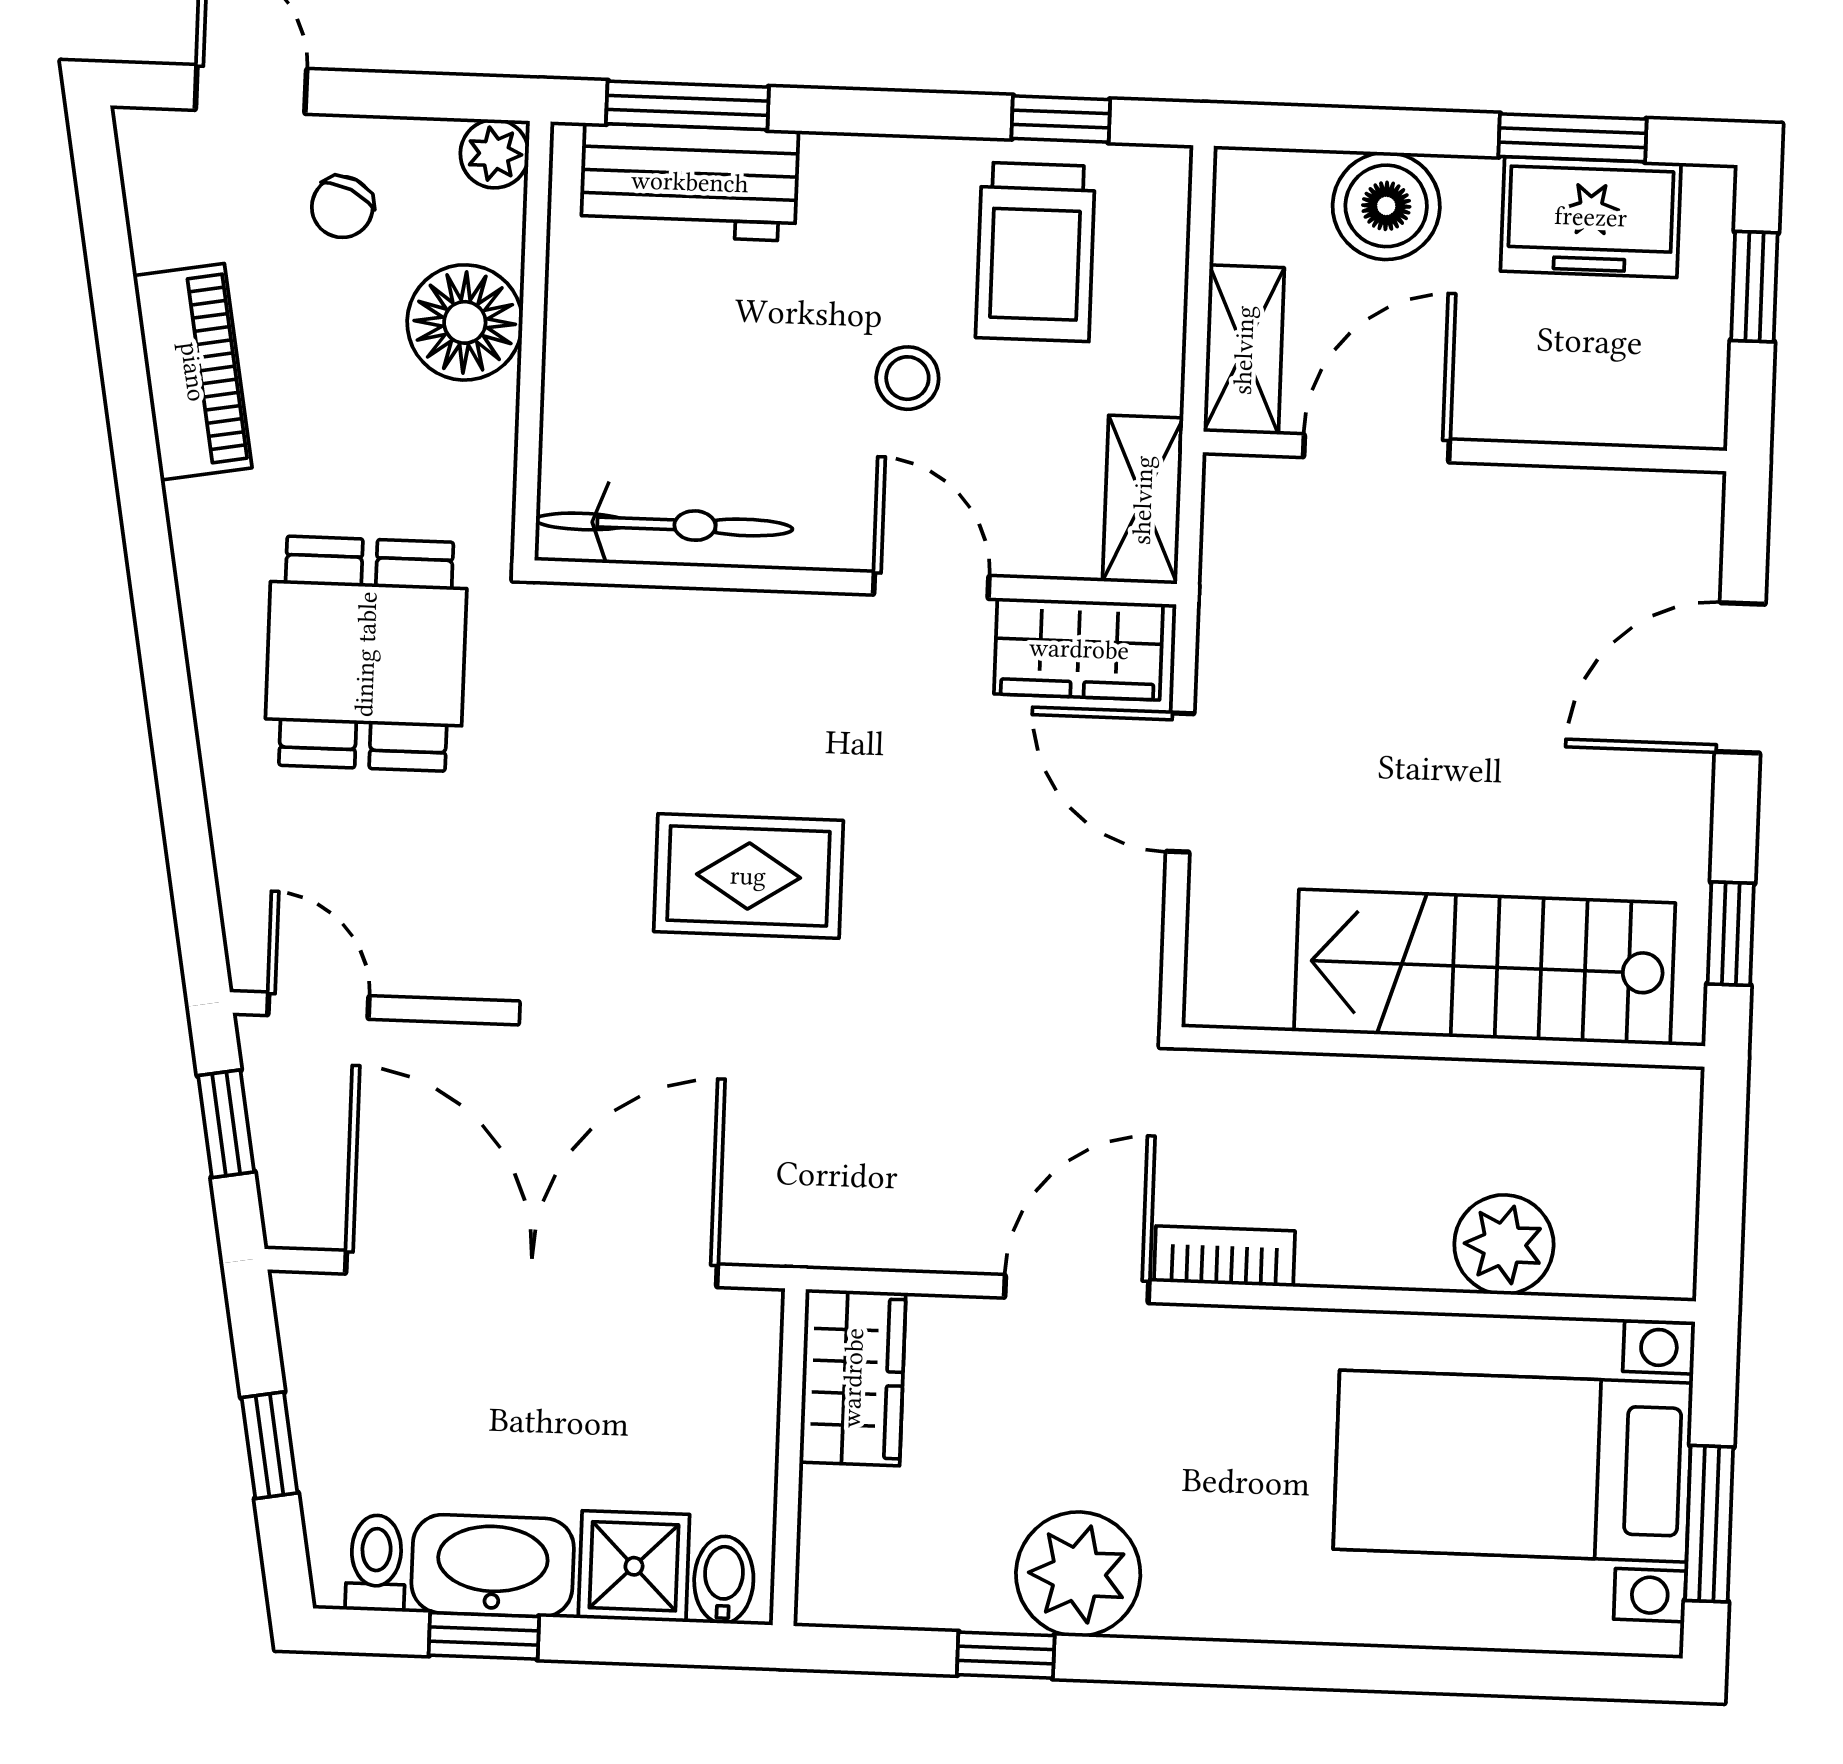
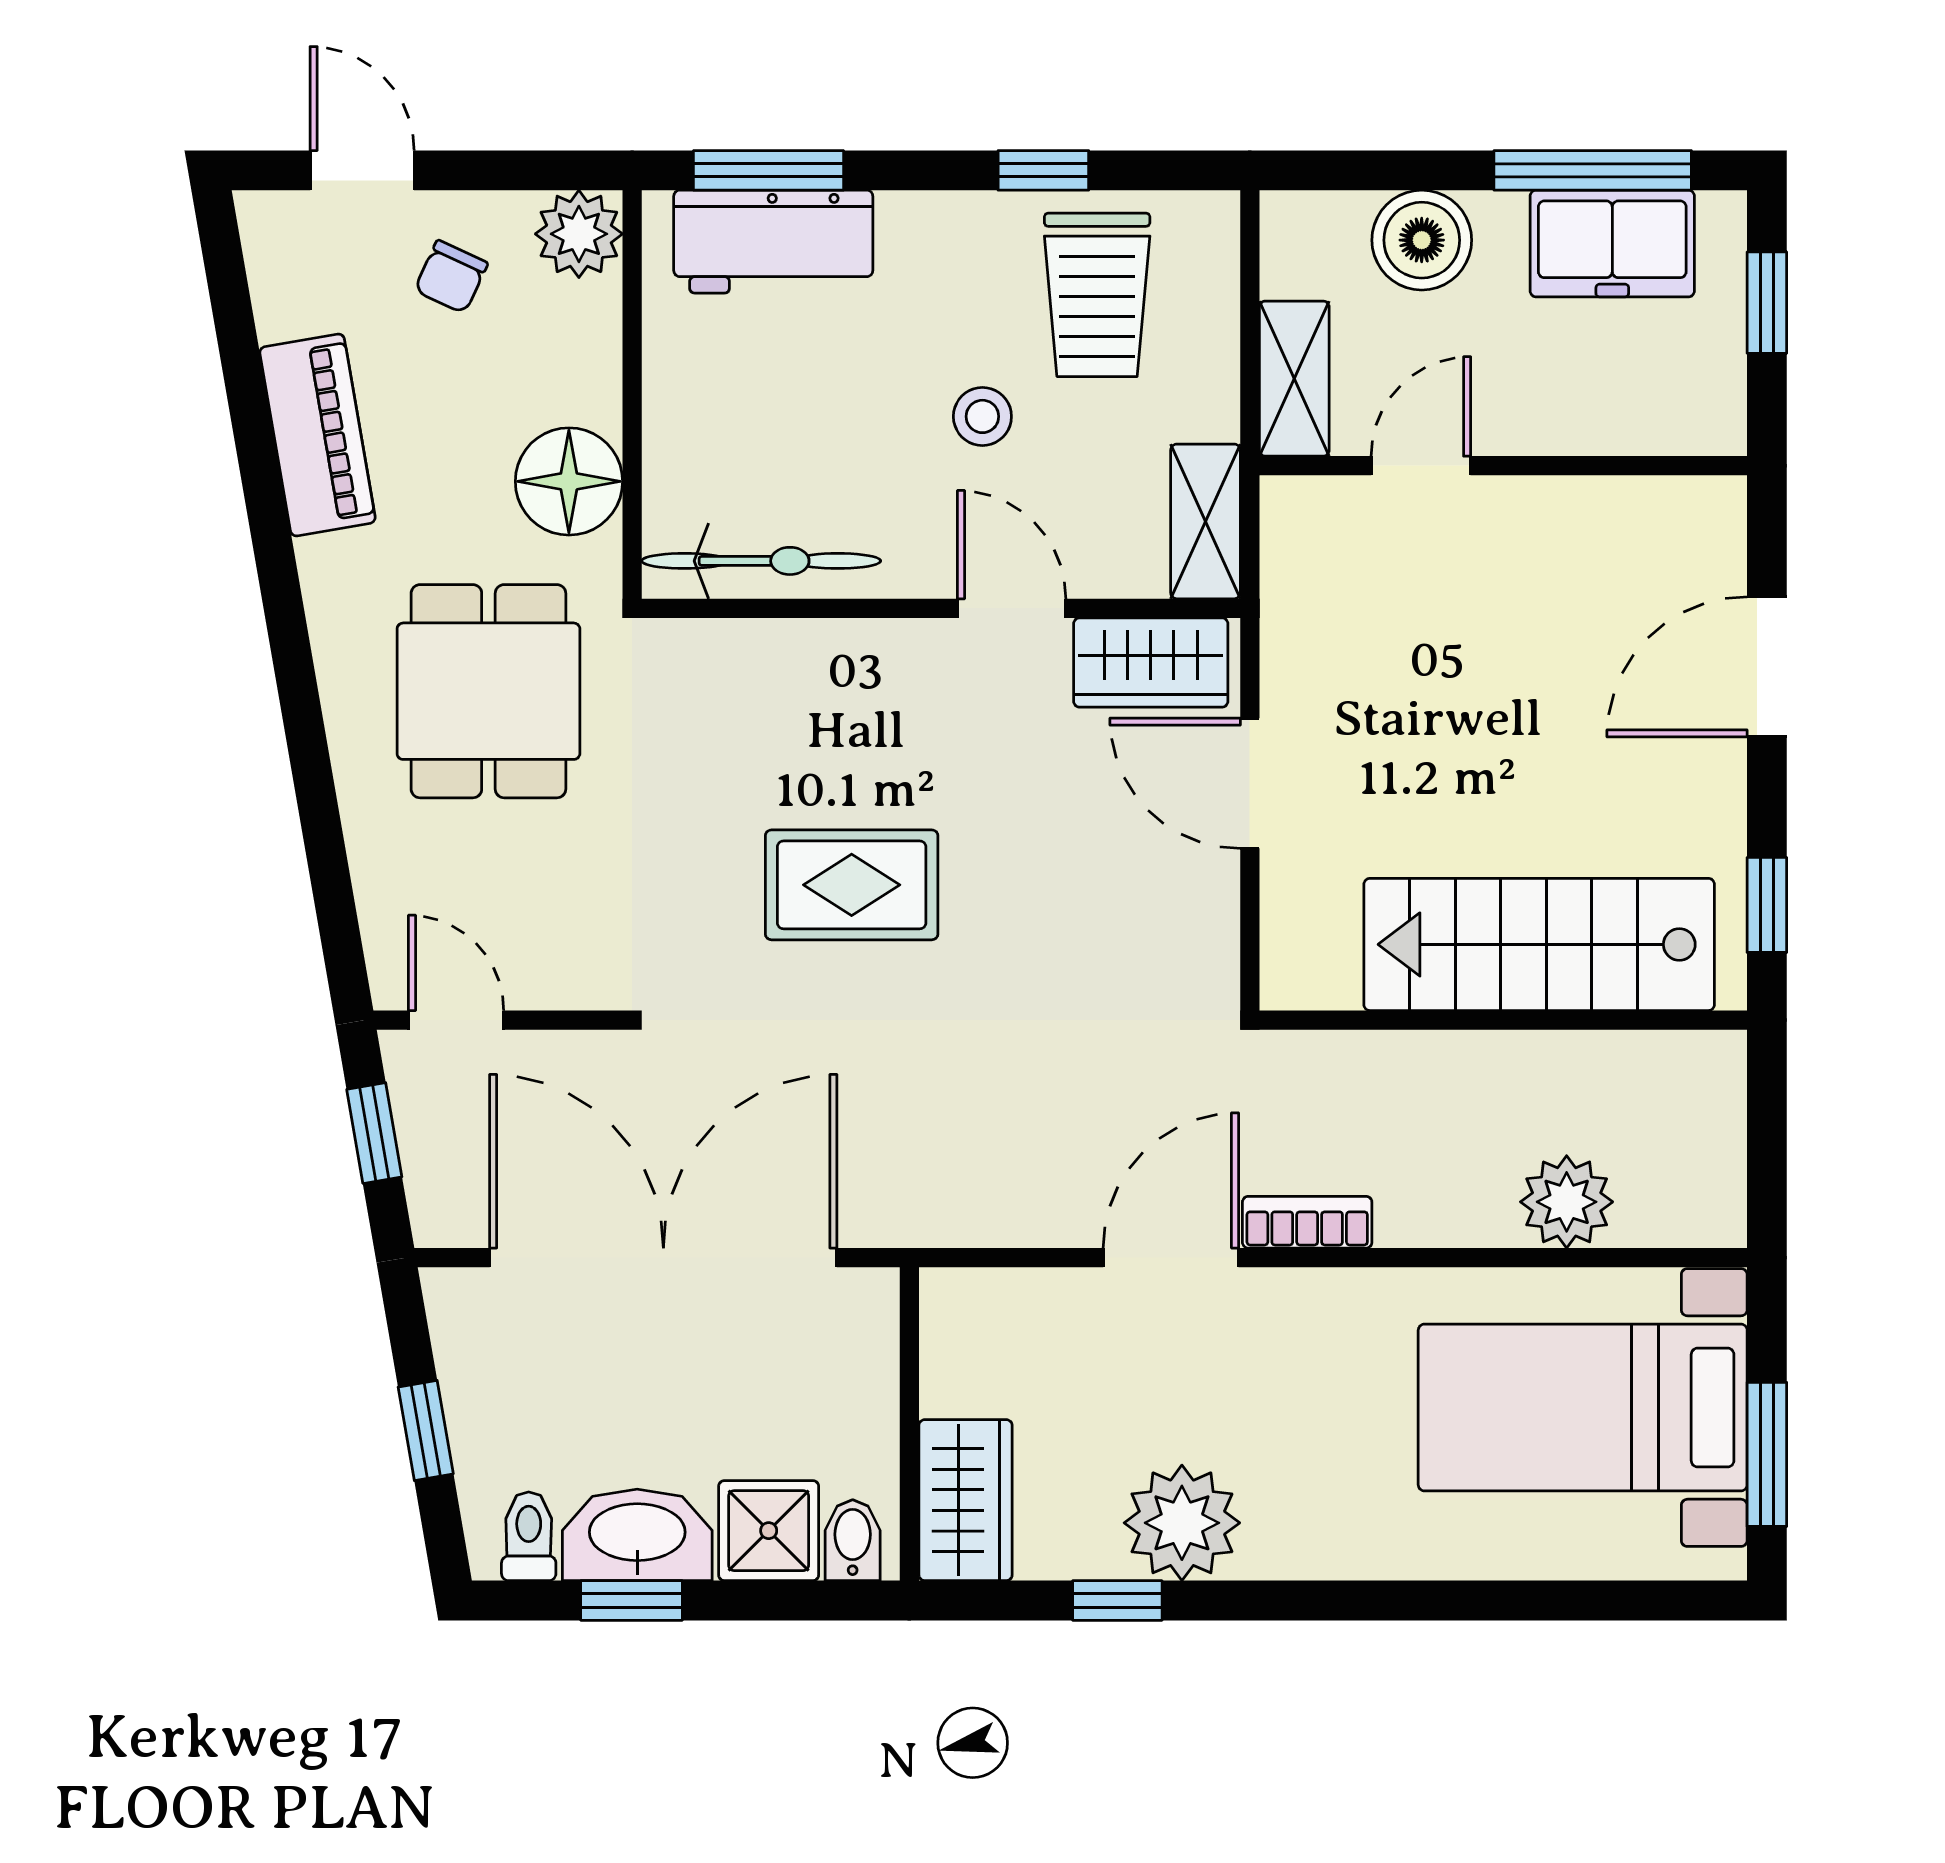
window: (1061, 119) -> (1043, 170), moved
window: (1573, 138) -> (1593, 170), width x1.44
plant: (495, 154) -> (579, 234), width x1.38, depth x1.38
floor lamp: (465, 322) -> (569, 481), moved
door: (1376, 448) -> (1421, 466), width x0.73
wardrobe: (853, 1378) -> (966, 1500), moved

